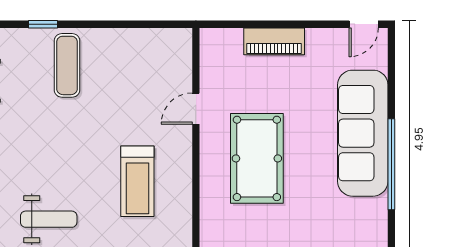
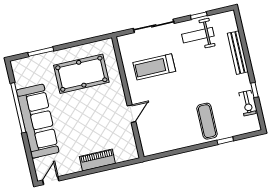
pool table: (257, 158) -> (81, 74), moved, turned 90
treadmill: (137, 181) -> (154, 67), turned -90

